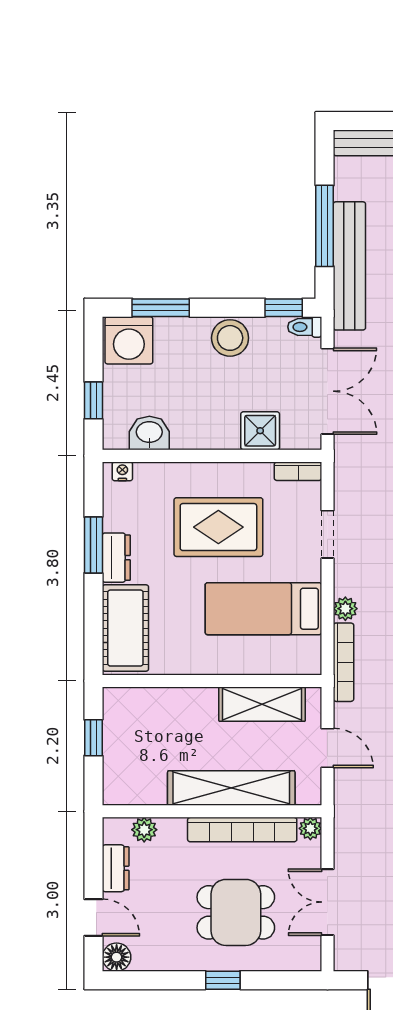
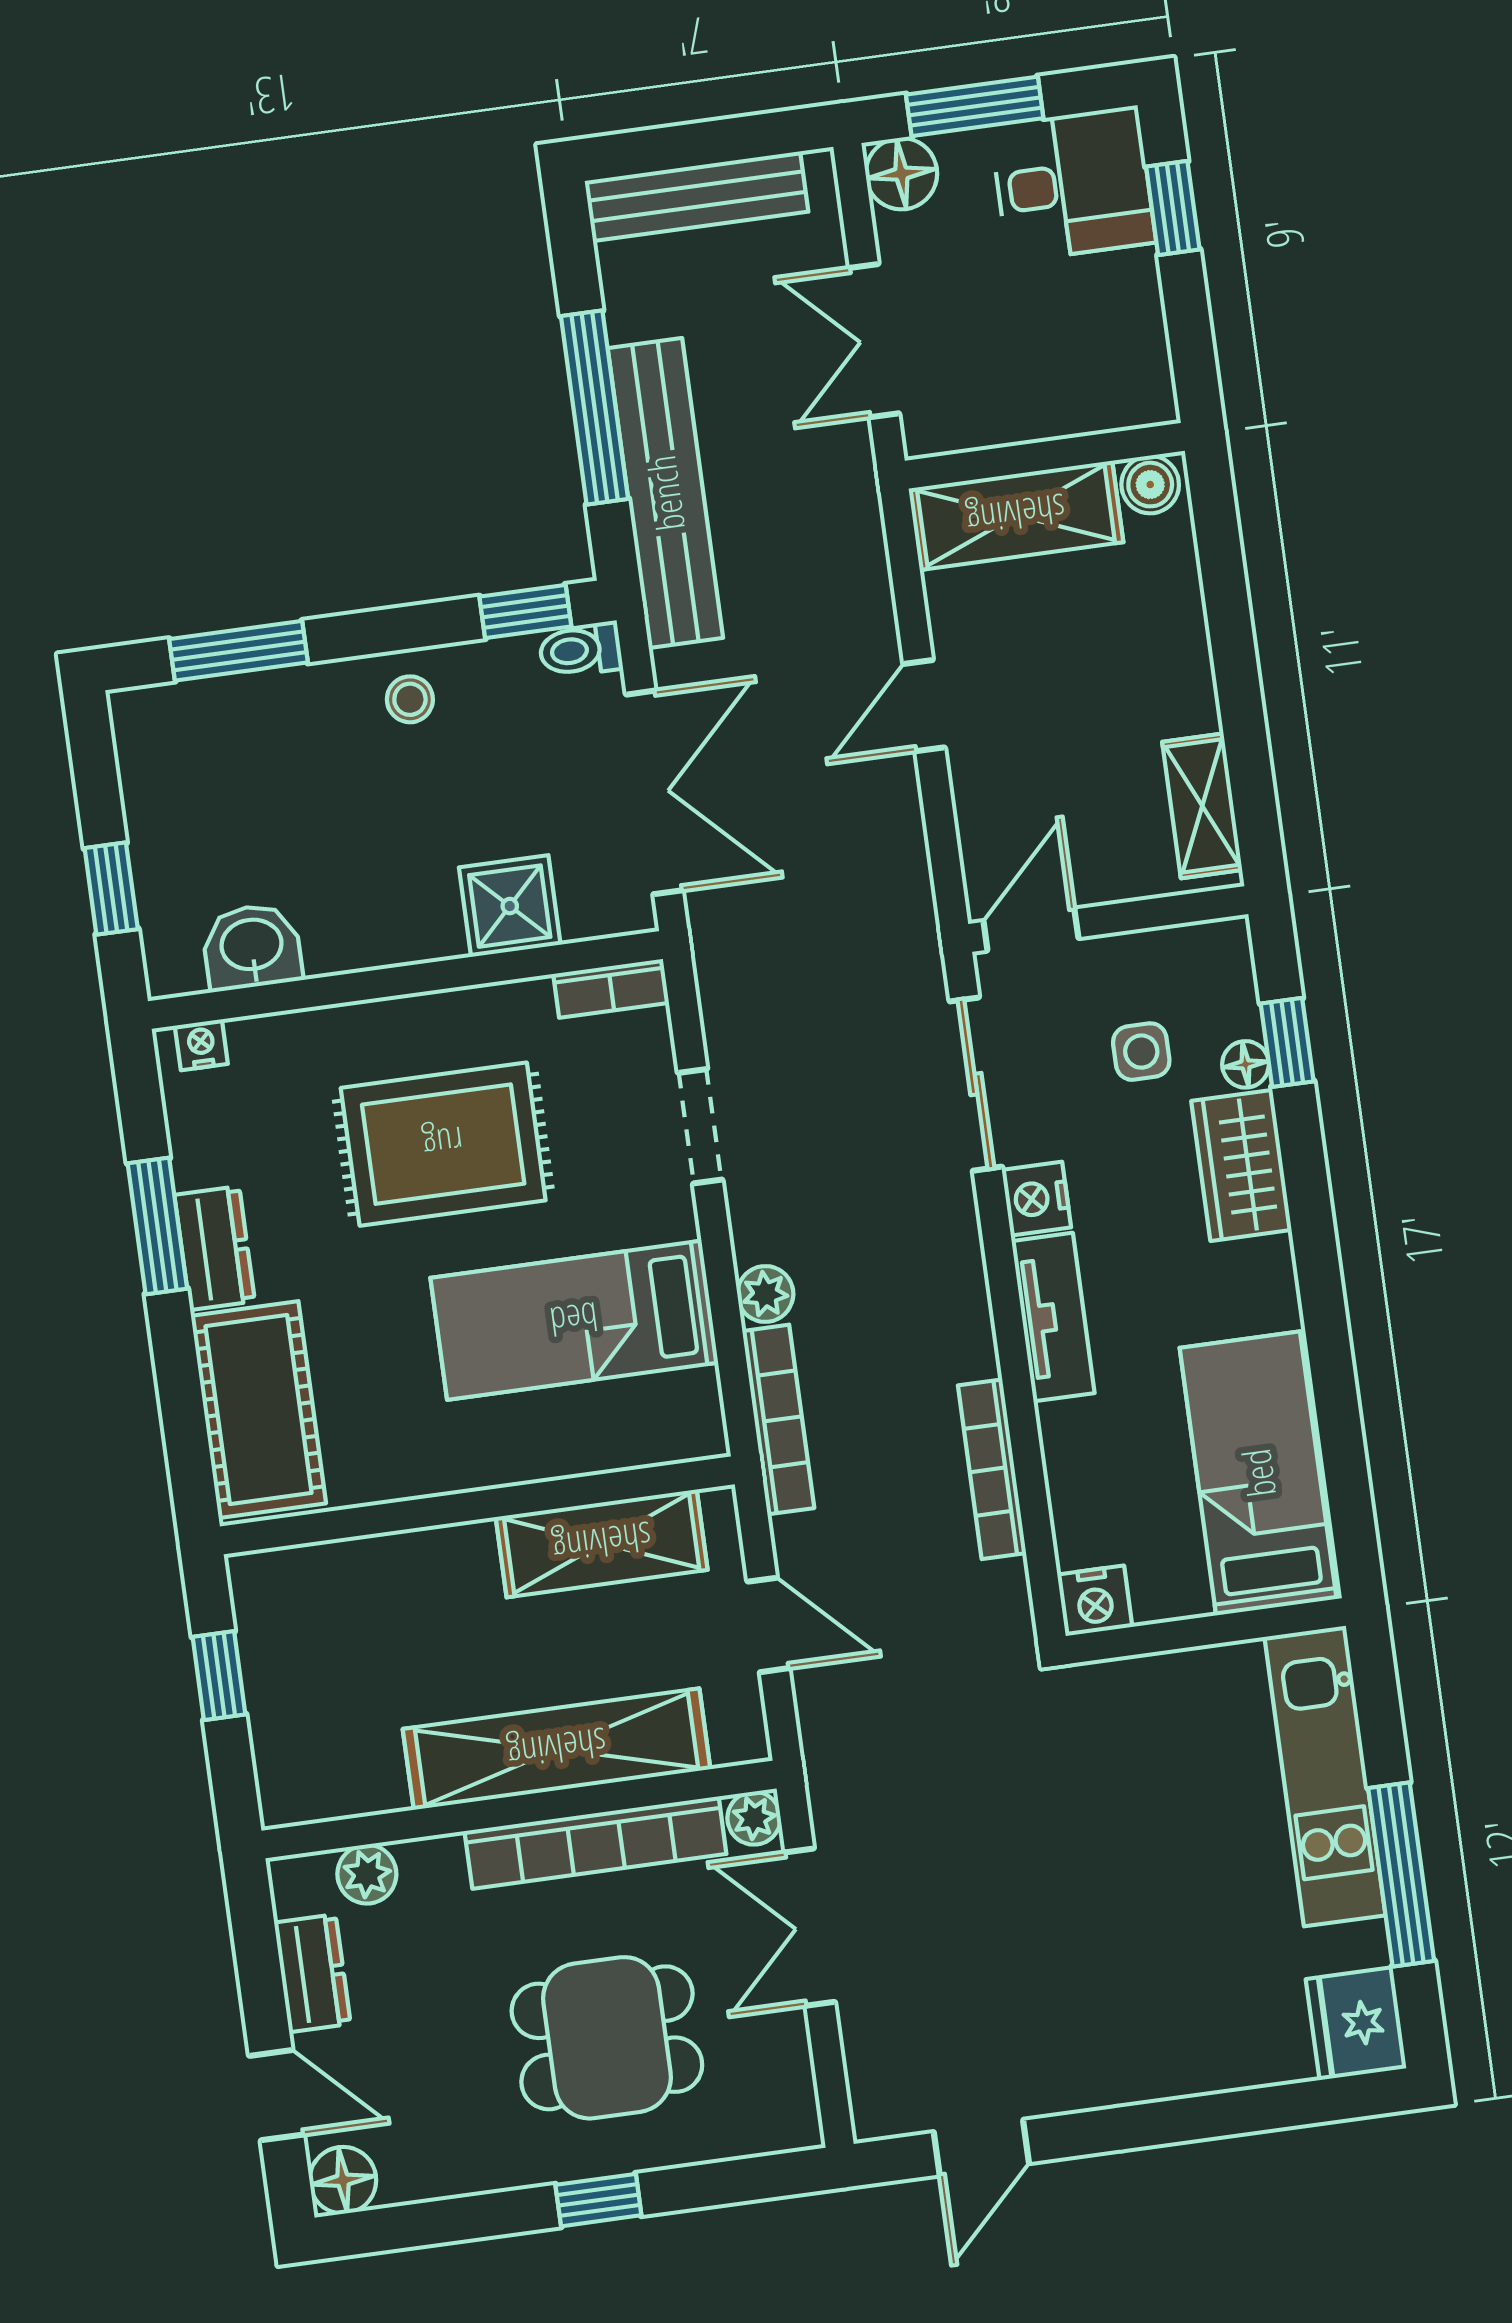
stool: (230, 338) -> (410, 699), width x0.53, depth x0.53
washing machine: (129, 340) -> (175, 737), removed
double door: (327, 902) -> (810, 1927), moved

